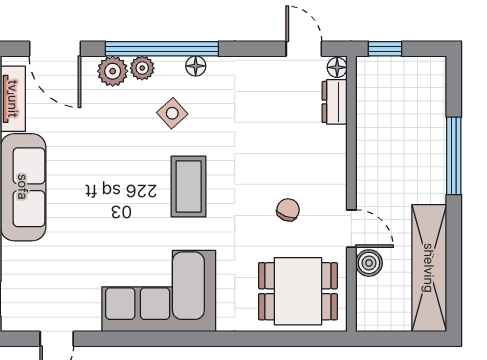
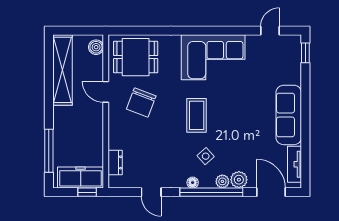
door: (304, 49) -> (151, 192), moved
floor lamp: (337, 67) -> (114, 182), removed
freezer: (397, 75) -> (81, 178), added
window: (454, 156) -> (49, 151), moved
chair: (288, 210) -> (141, 102), width x1.87, depth x1.87
boiler: (369, 263) -> (96, 47), moved

